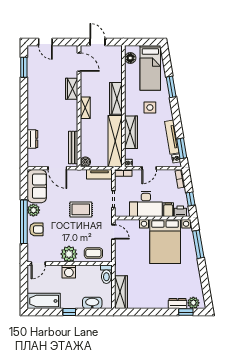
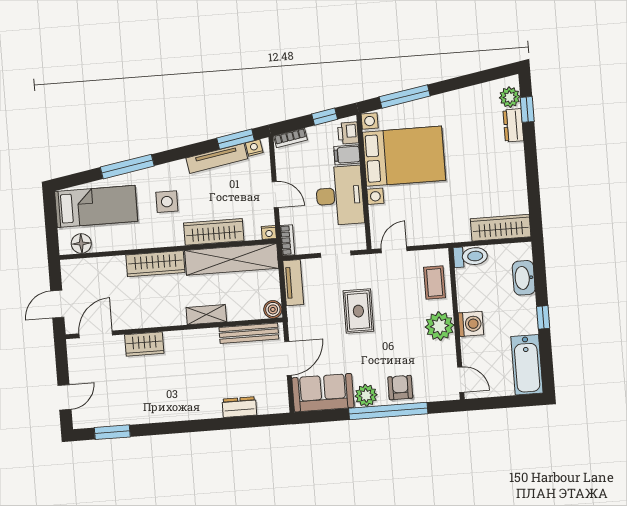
window: (171, 87) -> (127, 167), width x1.44
shelving: (85, 108) -> (206, 315), moved

